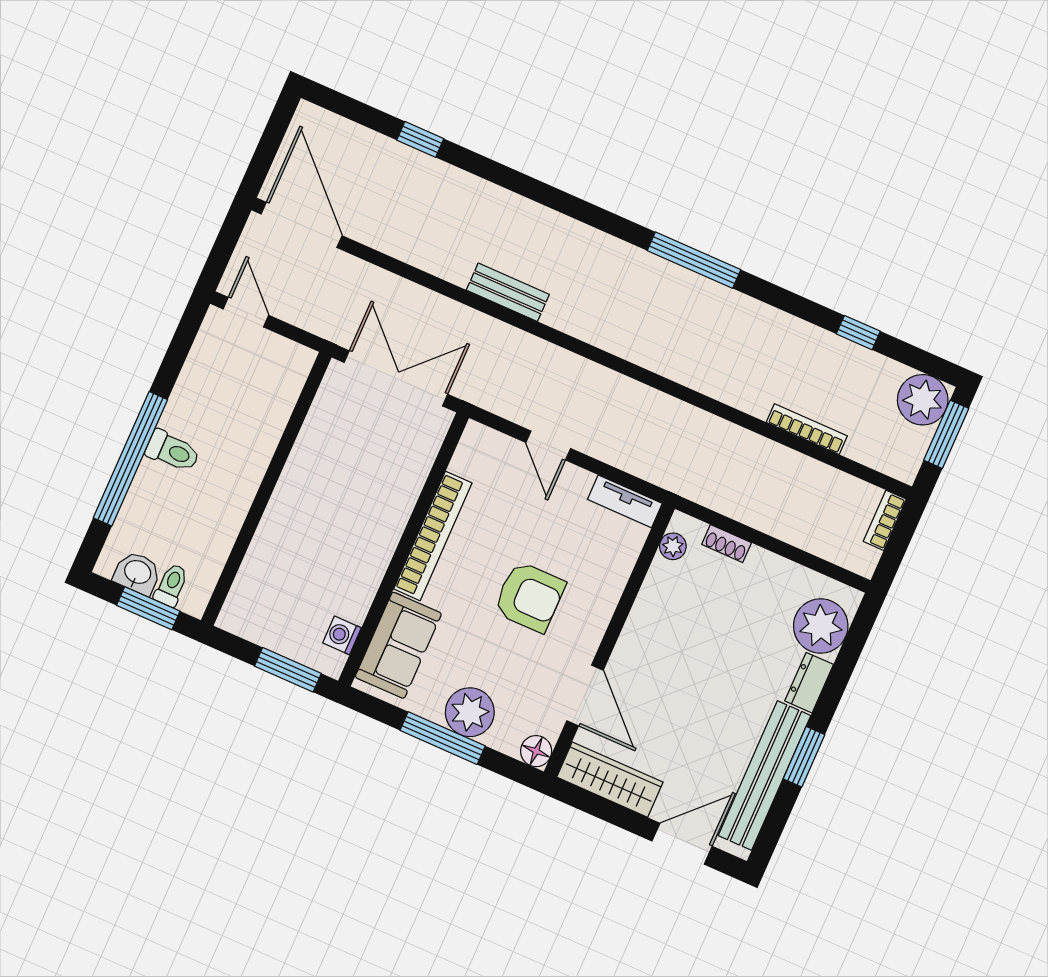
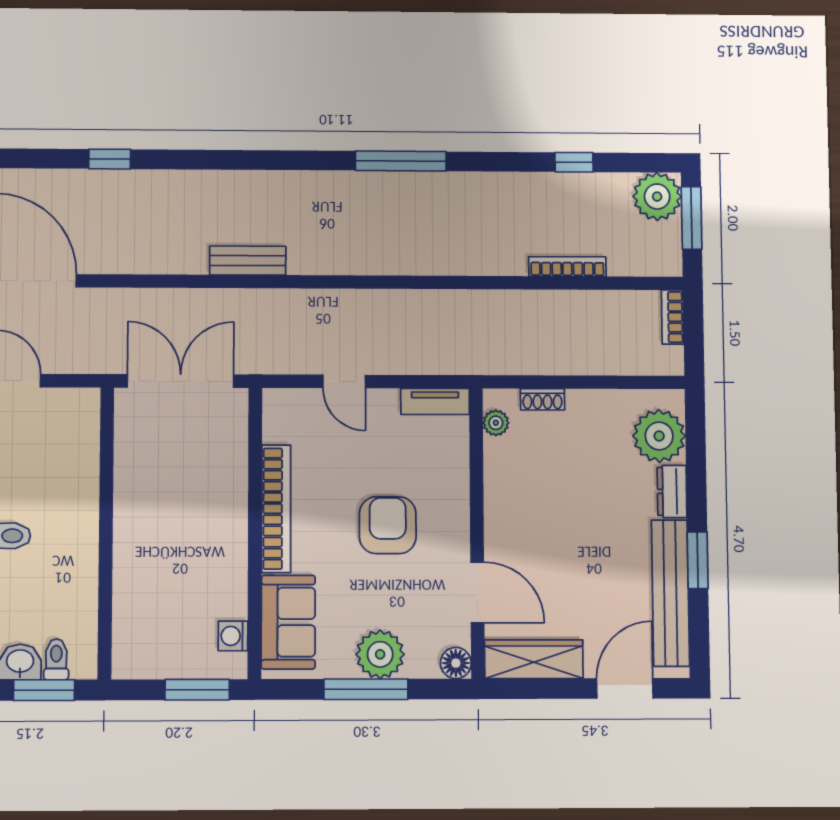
armchair: (529, 597) -> (388, 525), turned -90

